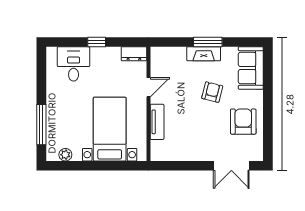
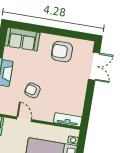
armchair: (212, 92) -> (32, 90), moved
tv unit: (157, 122) -> (68, 120), moved

